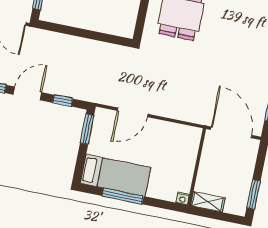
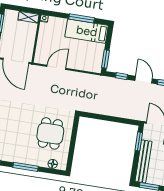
door: (27, 93) -> (144, 80), swing flipped
door: (133, 112) -> (56, 67), moved

